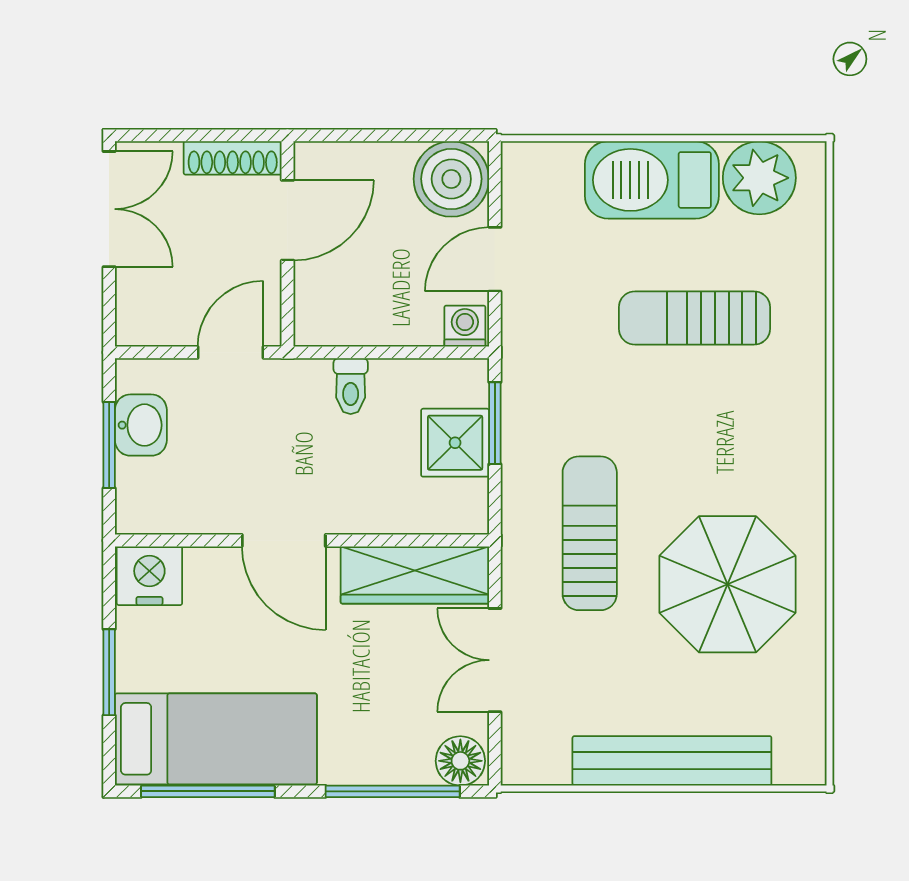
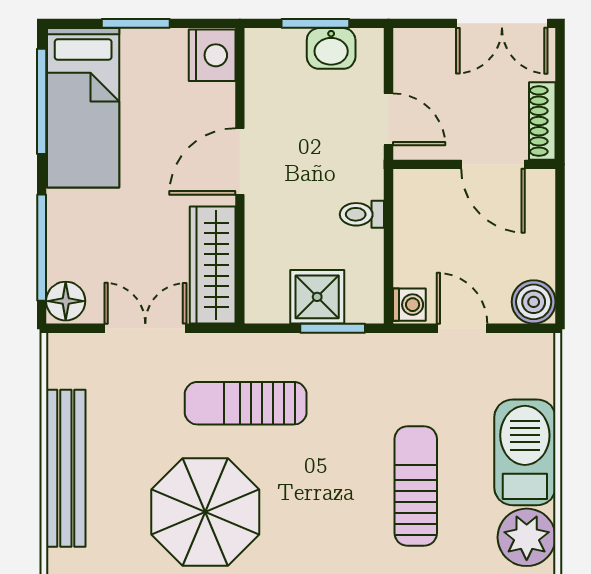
boiler: (451, 179) -> (534, 302), width x0.73, depth x0.73
sun lounger: (590, 533) -> (246, 403), turned 180

